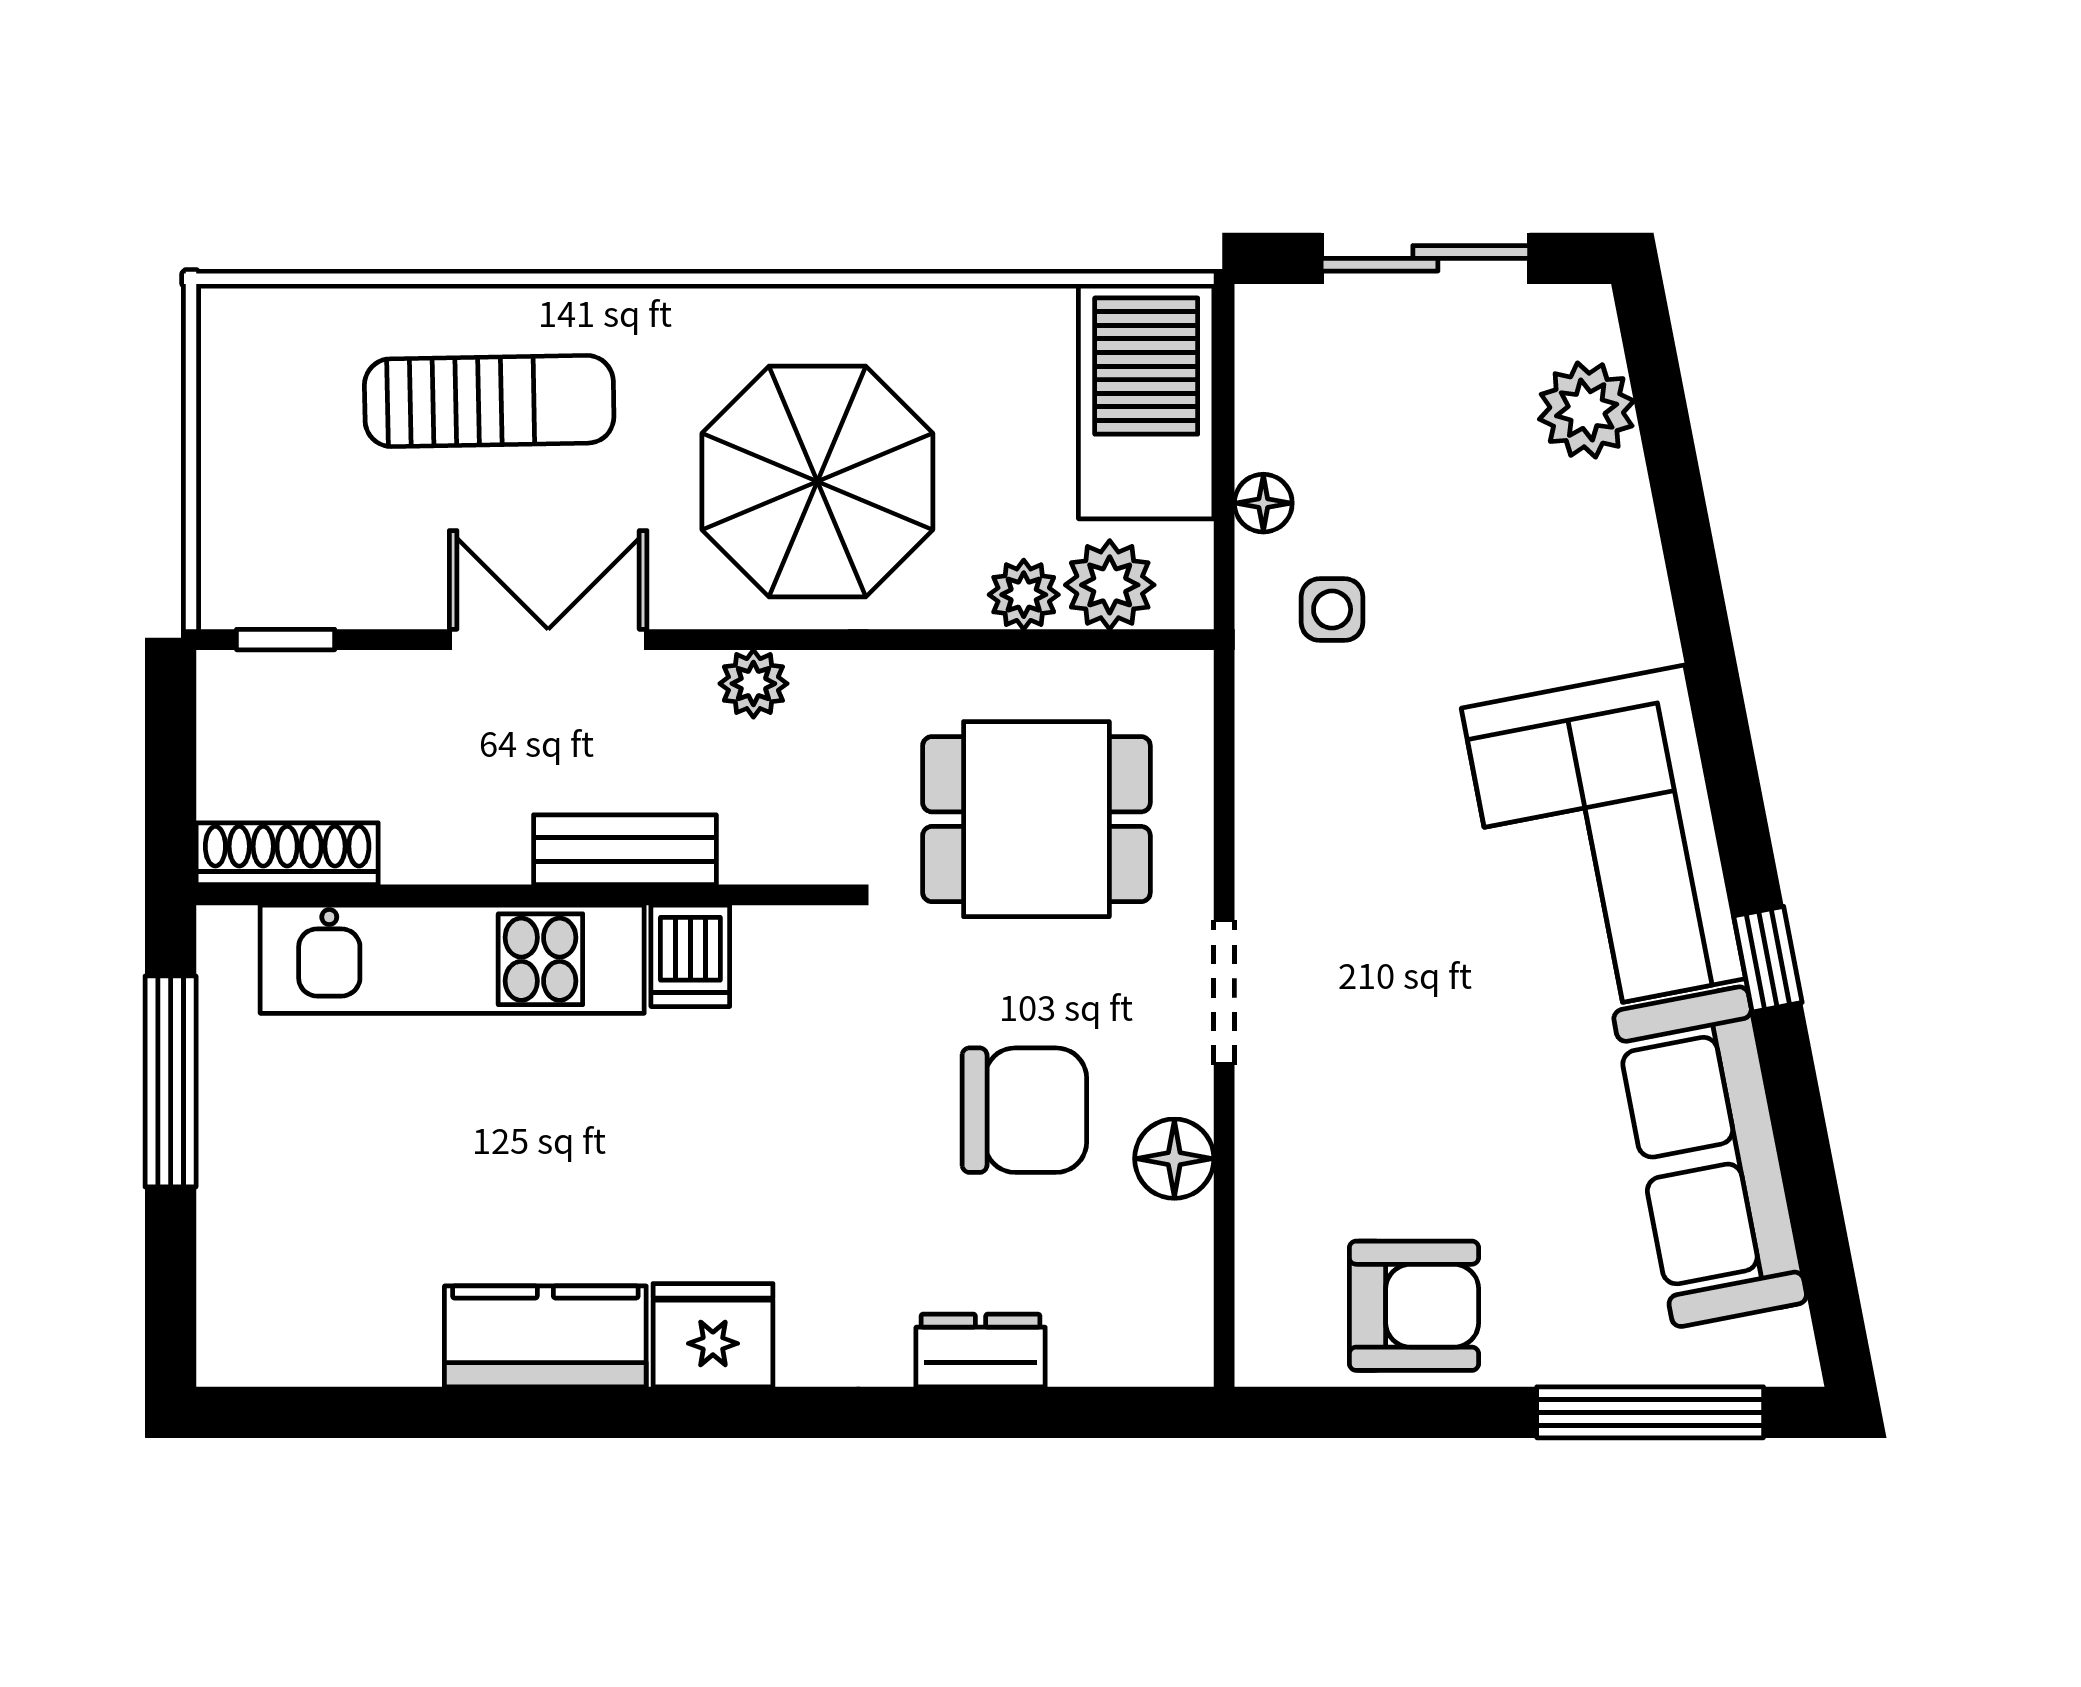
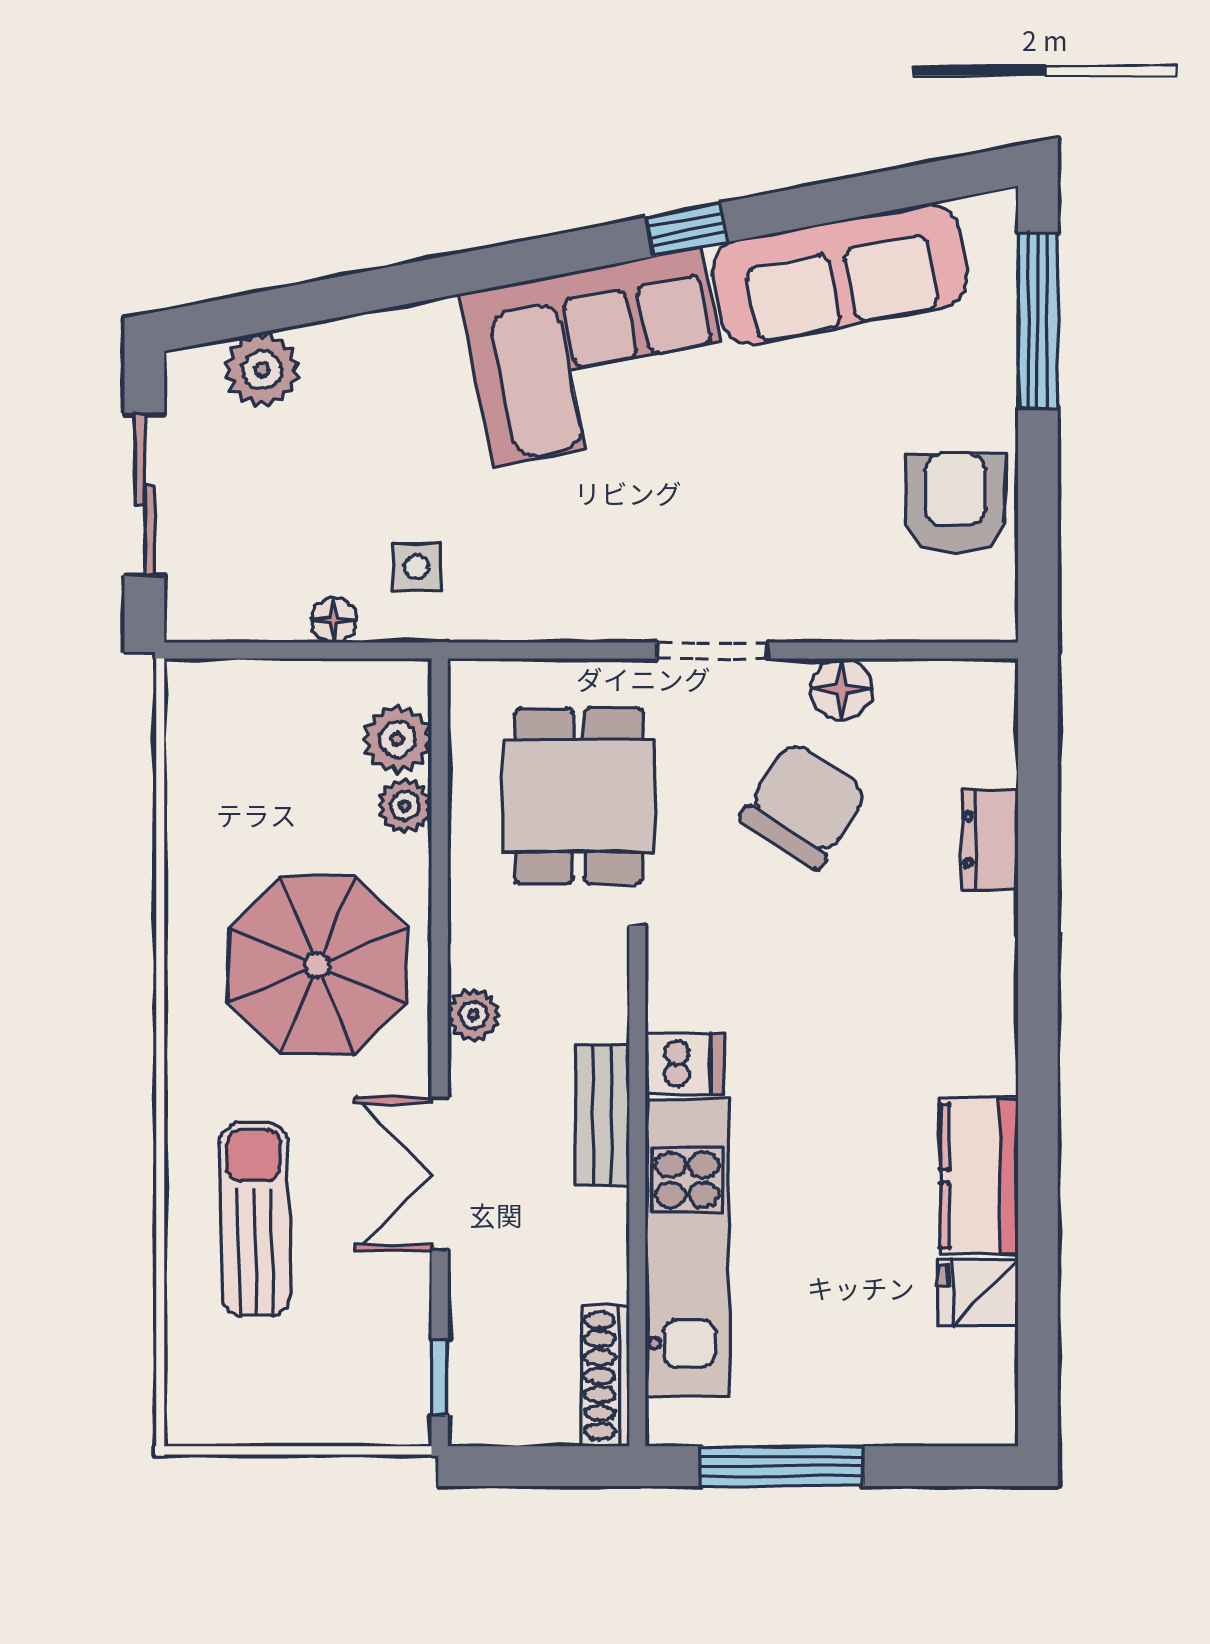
barbecue: (1146, 401) -> (255, 711), removed
chair: (1024, 1110) -> (804, 805), turned 33
fridge: (713, 1335) -> (978, 1293), moved, width x0.72

